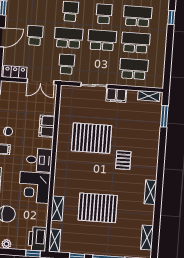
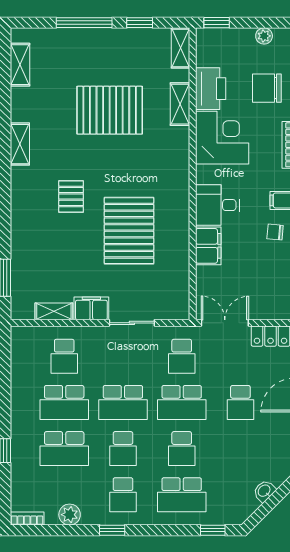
school desk: (134, 69) -> (64, 356), width x0.54
shelving: (149, 96) -> (54, 311), moved
pallet: (92, 138) -> (129, 231), turned 90
desk: (39, 160) -> (217, 205), moved
printer: (37, 239) -> (211, 89), moved

